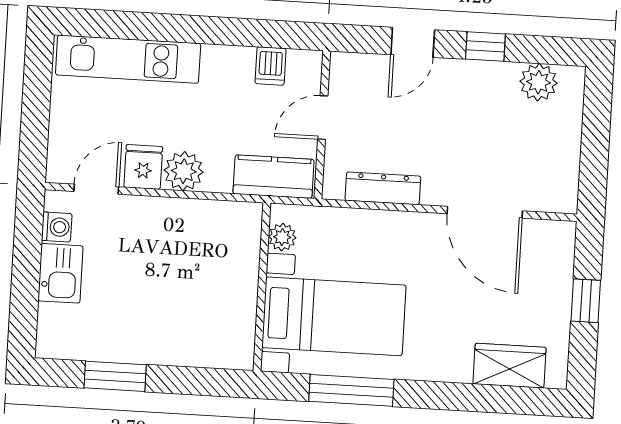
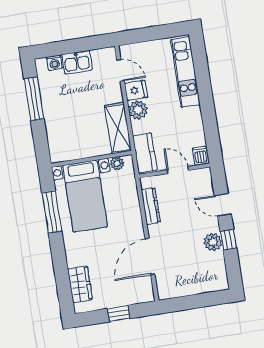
dishwasher: (271, 66) -> (201, 156), moved, turned 90
plant: (538, 82) -> (213, 242), moved
shelving: (212, 220) -> (118, 128), added
washing machine: (57, 227) -> (54, 63), moved
window: (115, 376) -> (34, 99), width x1.44

